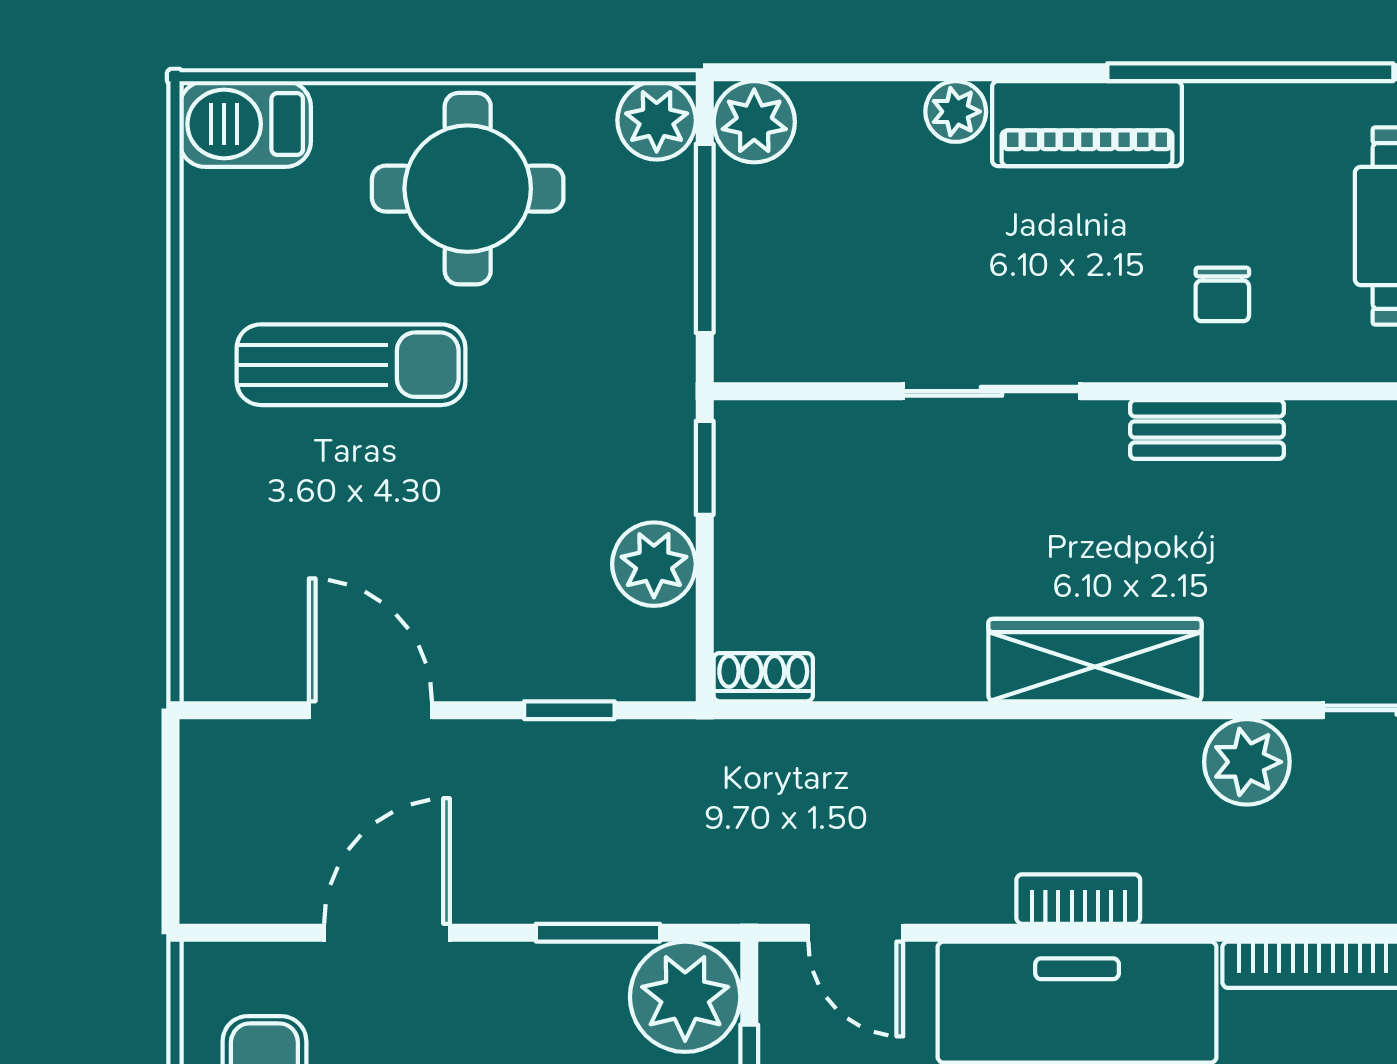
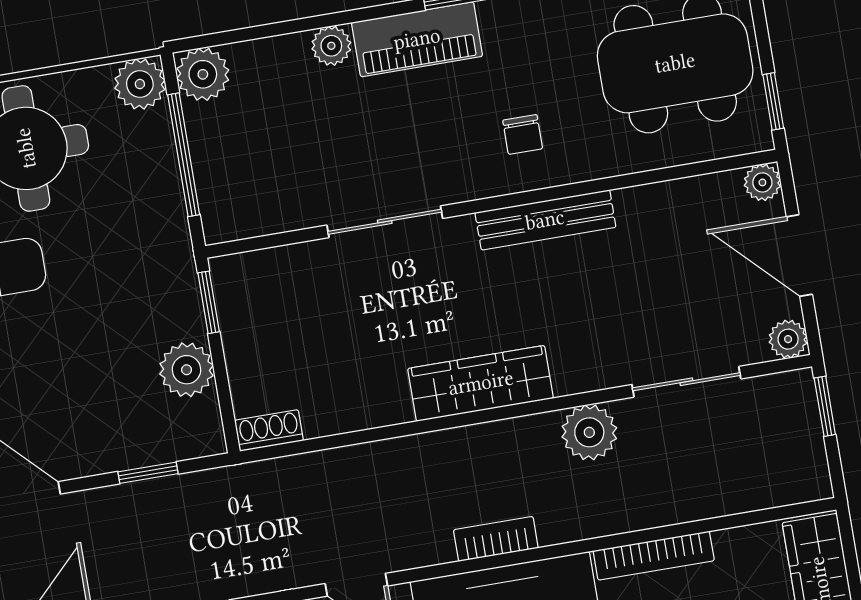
bench: (1207, 429) -> (545, 220), width x1.36

